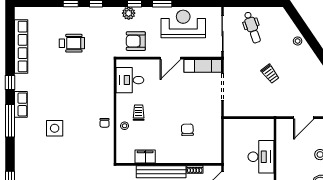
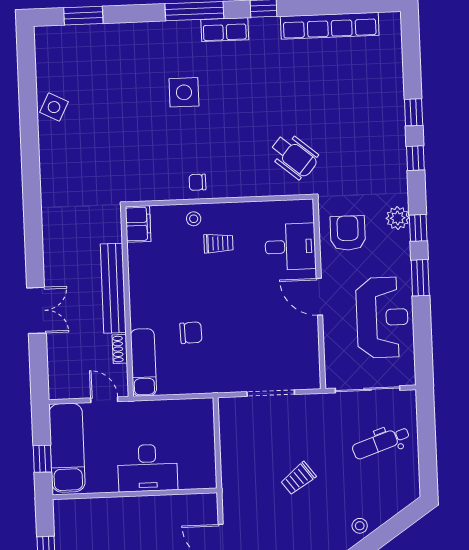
wheelchair: (72, 43) -> (294, 156), moved, turned -50
exam couch: (203, 66) -> (143, 362), moved, turned 180
desk: (130, 80) -> (290, 247), moved, turned 90
filing cabinet: (145, 157) -> (138, 224), moved

